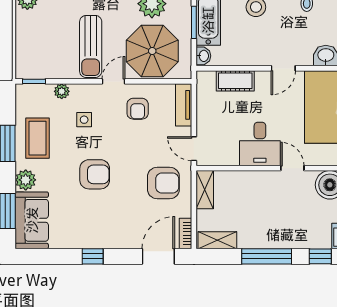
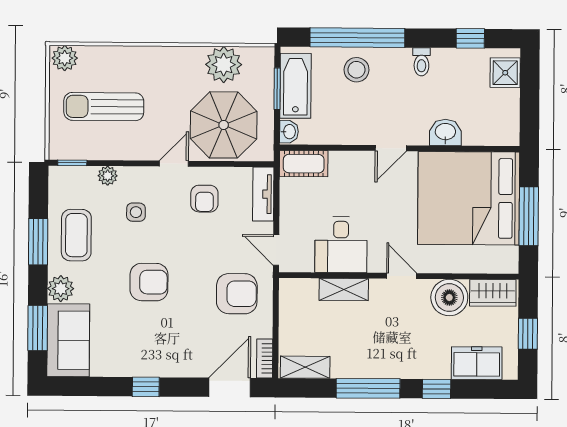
sun lounger: (91, 46) -> (104, 107), moved, turned 90
cot: (235, 81) -> (304, 164), moved
desk: (260, 144) -> (341, 245), moved
shelving: (205, 190) -> (344, 289), moved, turned 90

